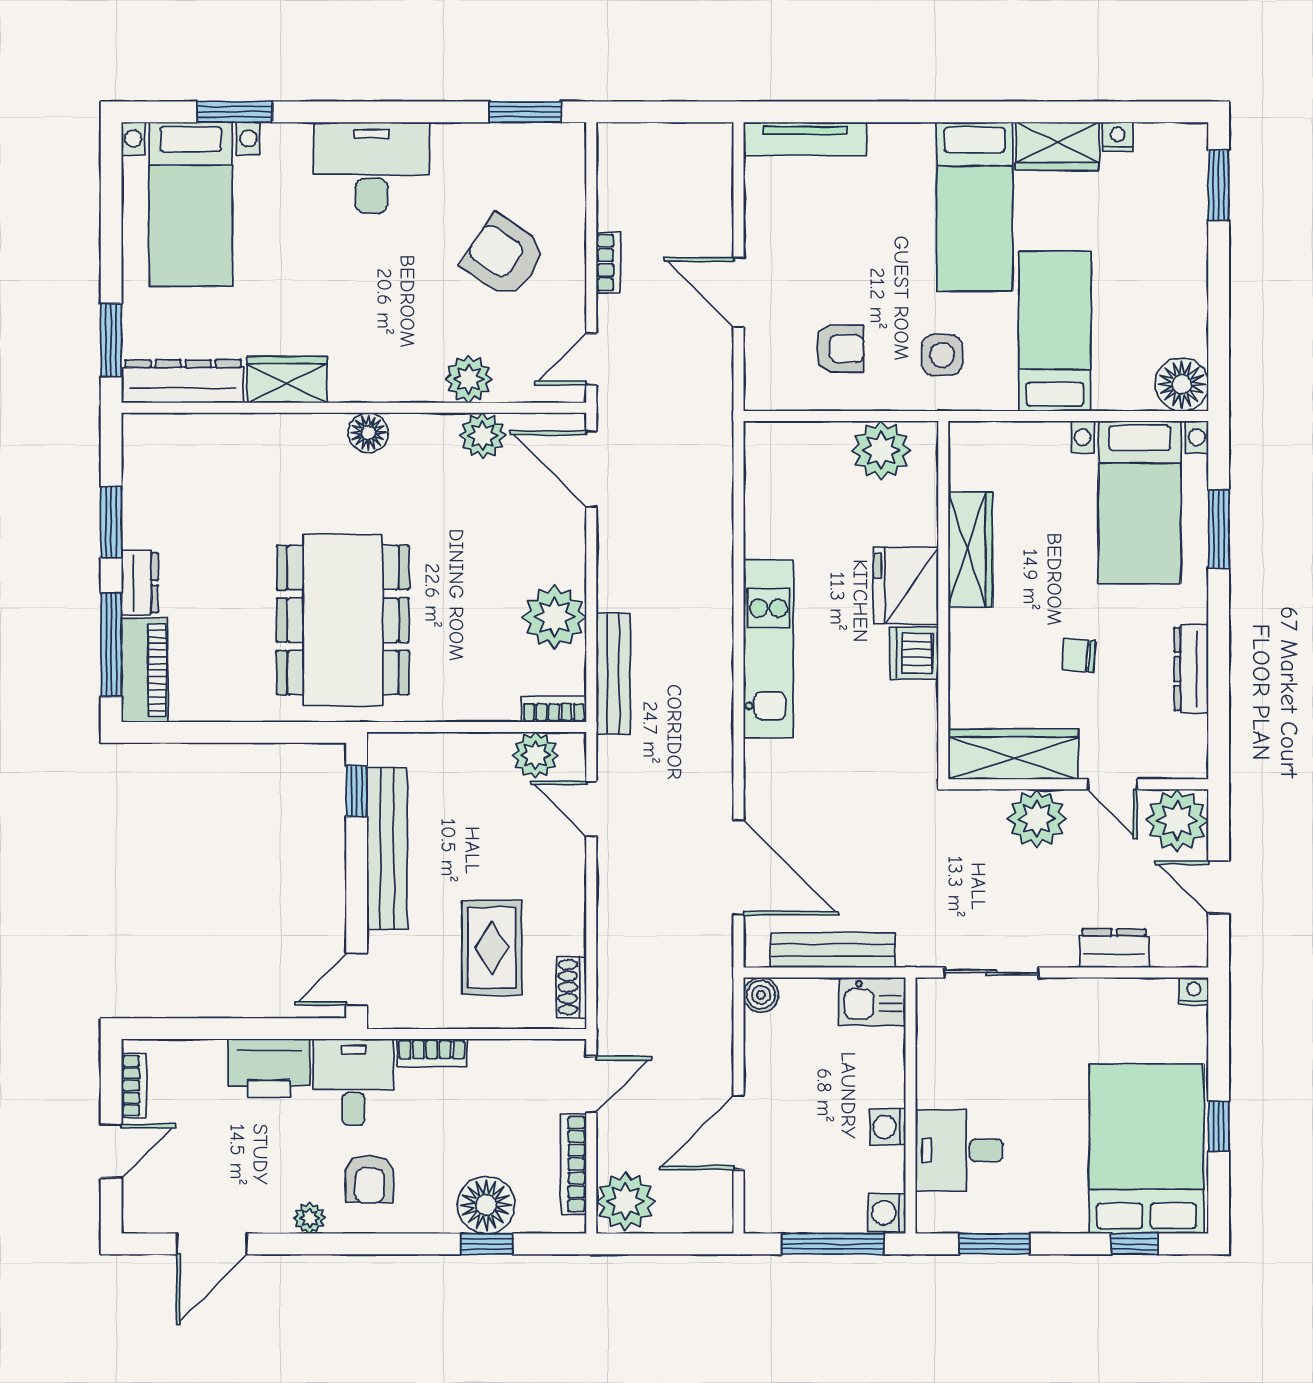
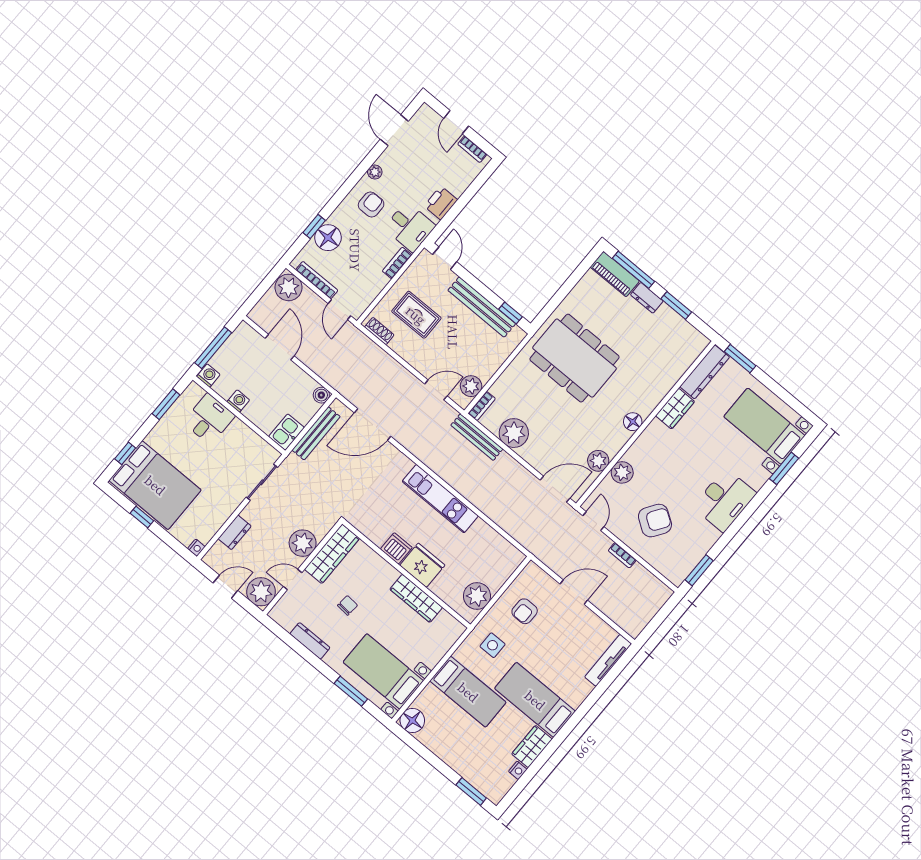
printer: (269, 1068) -> (441, 203), width x0.73, depth x0.84
armchair: (370, 1179) -> (371, 204), turned 90

